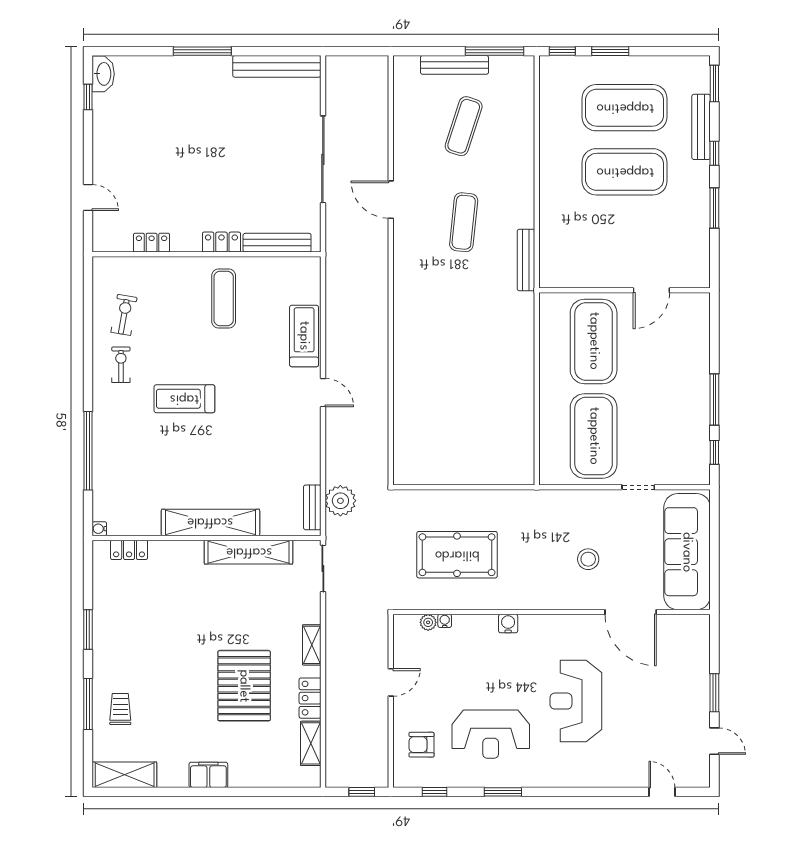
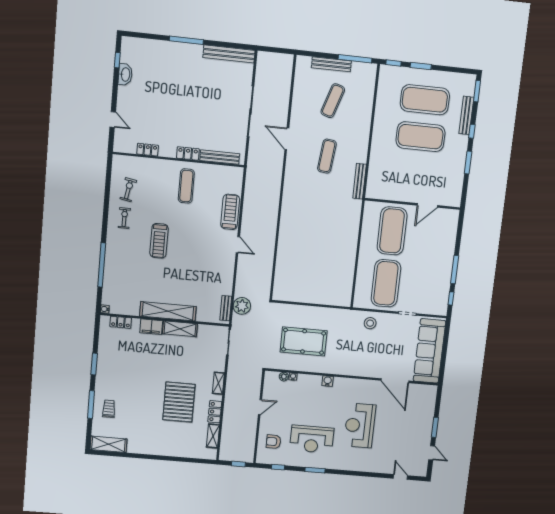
washbasin: (103, 74) -> (125, 74), moved
treadmill: (184, 399) -> (159, 241), turned -90
shelving: (249, 552) -> (180, 329), width x0.68
stool: (588, 559) -> (370, 323), moved
filing cabinet: (208, 775) -> (151, 327), moved, turned 180

